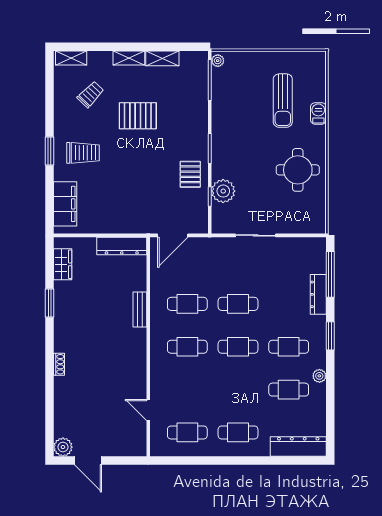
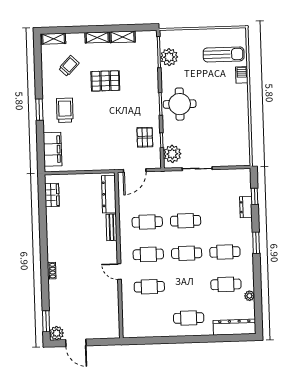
plant: (218, 61) -> (169, 57), moved, width x1.88, depth x1.88
sun lounger: (283, 101) -> (224, 54), moved, turned -90
trolley: (83, 153) -> (65, 110), turned -90
round table: (298, 170) -> (180, 104), moved
pallet: (190, 174) -> (145, 137), moved
plant: (223, 191) -> (172, 154), moved
dresser: (122, 246) -> (109, 194), moved, turned 90
window: (330, 274) -> (255, 196), width x0.46
dresser: (318, 294) -> (246, 207), width x0.70
window: (49, 303) -> (46, 321), moved
plant: (319, 376) -> (249, 296), moved
door: (148, 410) -> (119, 272), moved
cafe table: (187, 432) -> (149, 287), moved

